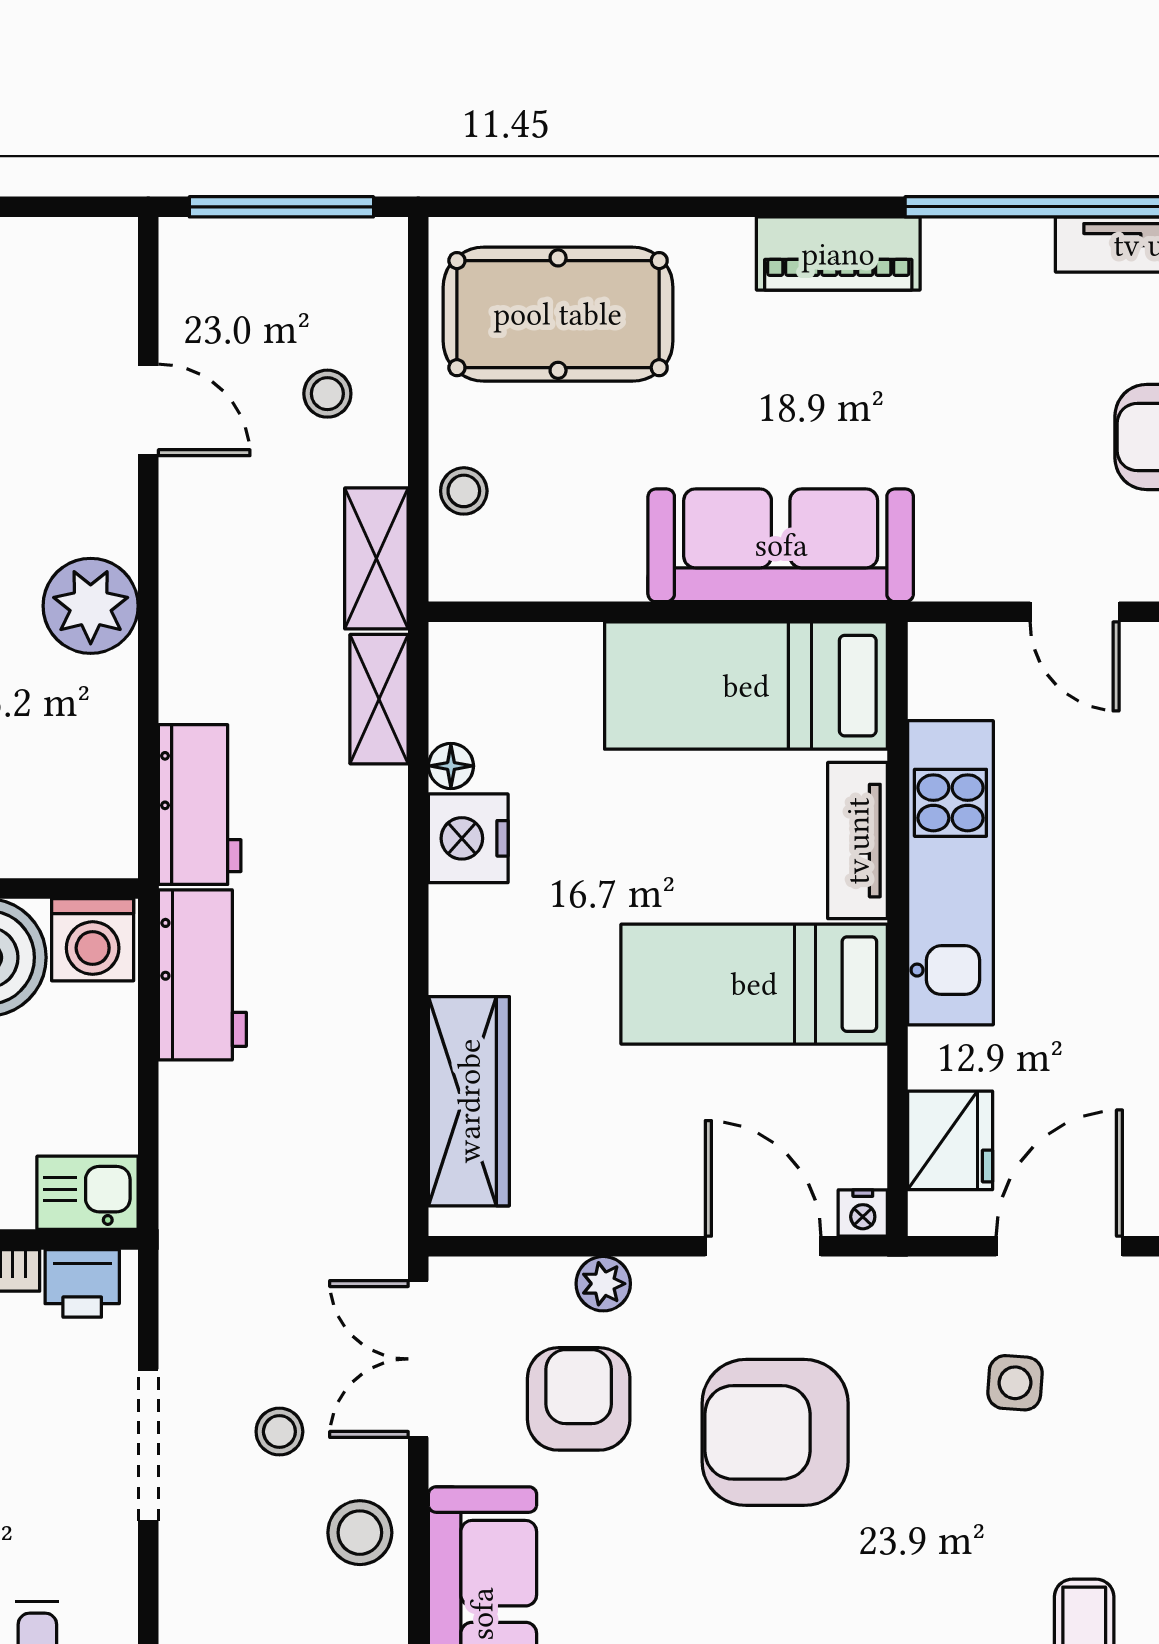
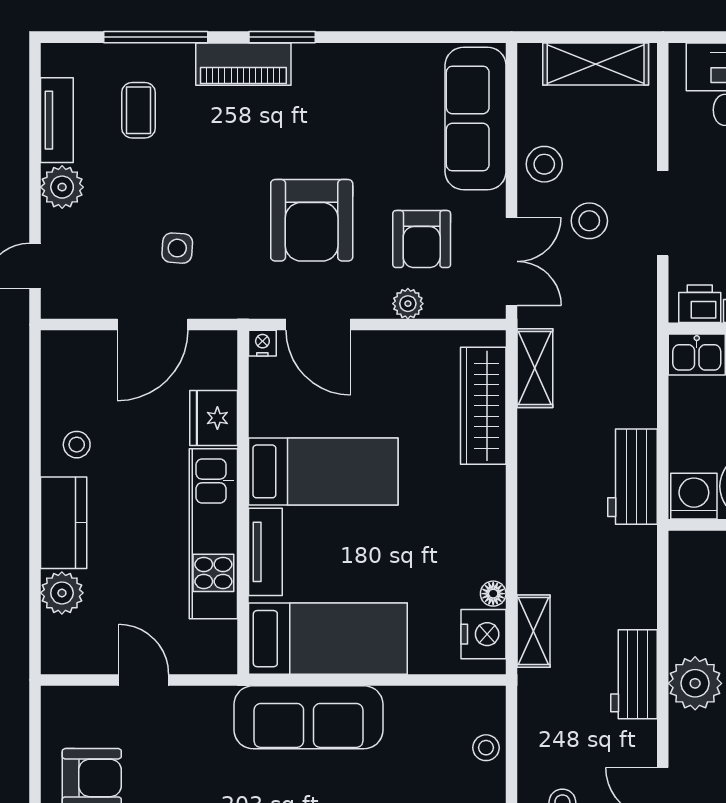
shelving: (376, 558) -> (535, 368), moved
workbench: (200, 805) -> (634, 674), moved
nightstand: (468, 838) -> (484, 634), moved
fridge: (950, 1140) -> (214, 418), moved
stool: (279, 1432) -> (589, 221), width x1.37, depth x1.37
armchair: (775, 1432) -> (312, 220), turned 90

